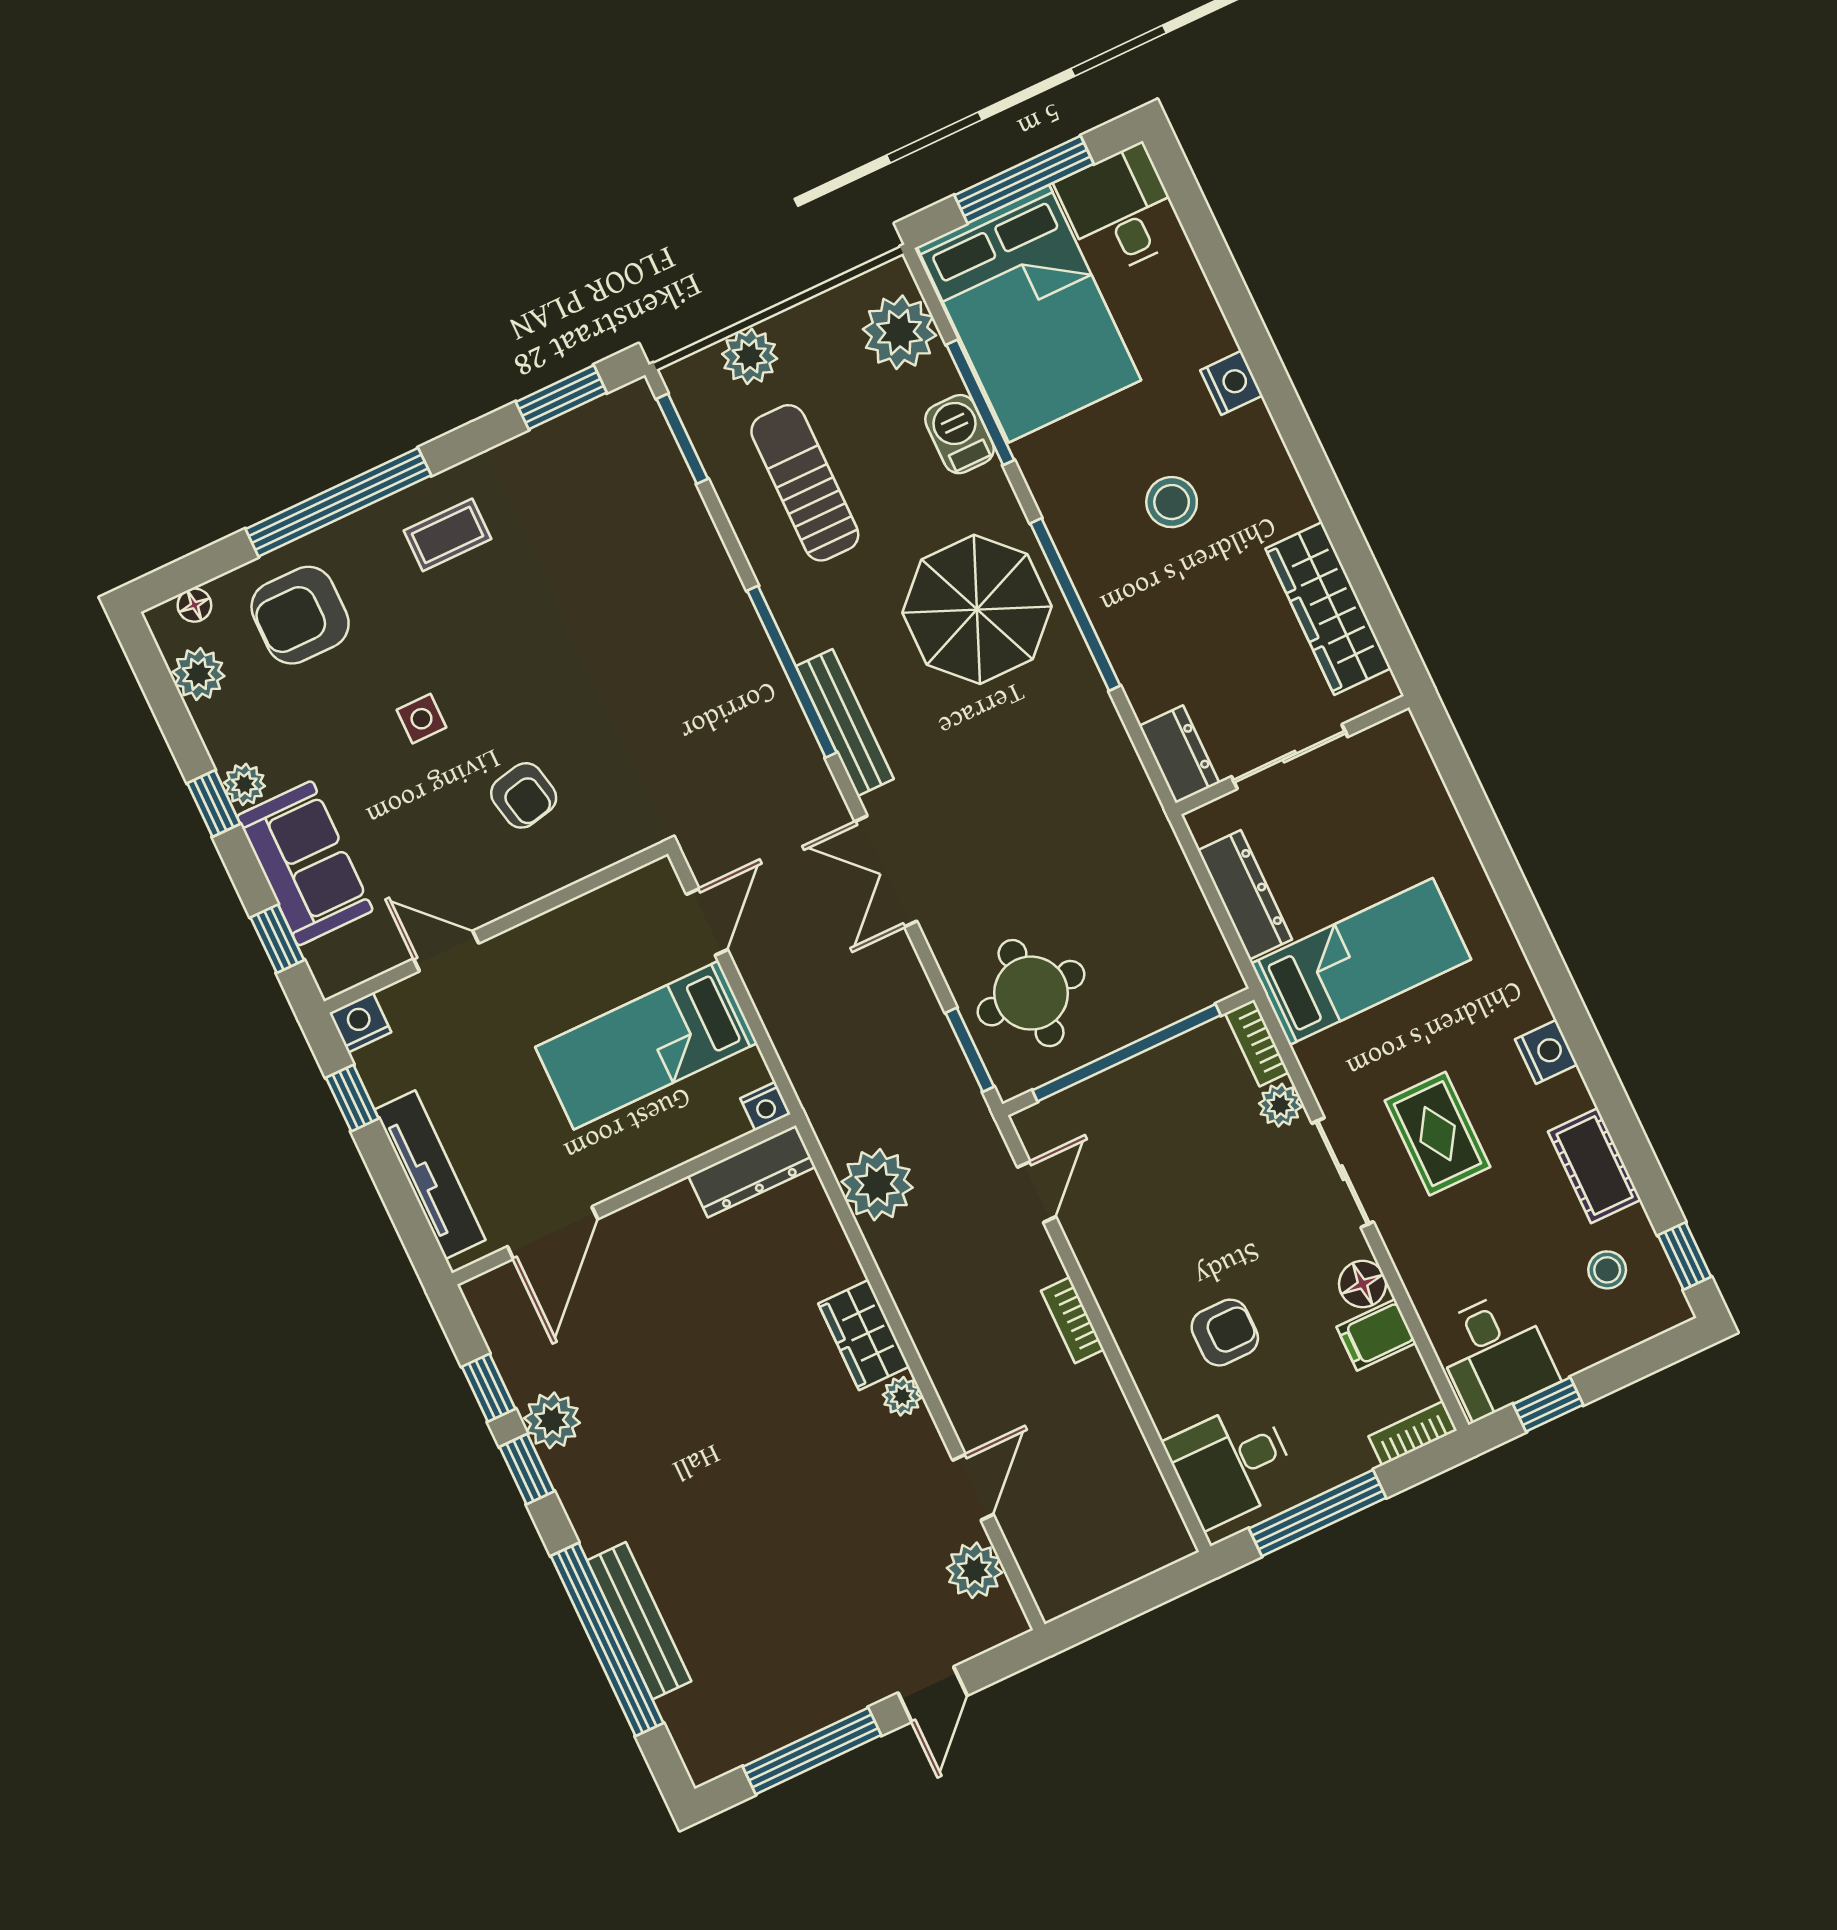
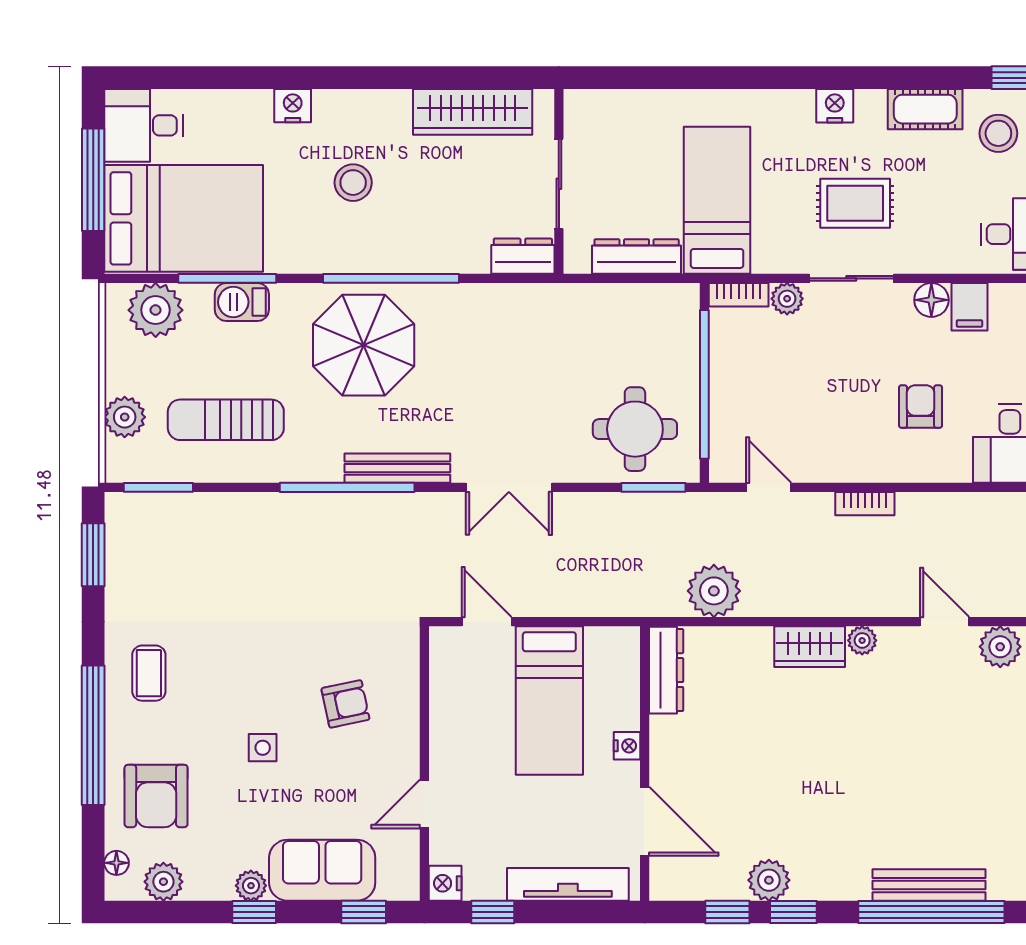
nightstand: (765, 1106) -> (627, 746), moved
stool: (1607, 1270) -> (998, 133), width x1.37, depth x1.37

